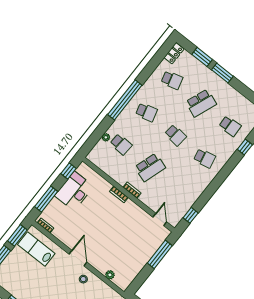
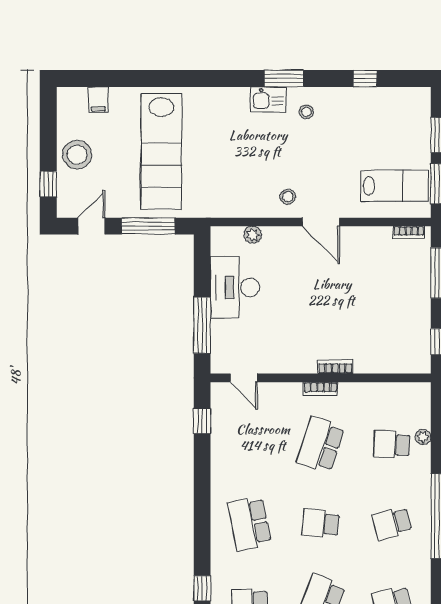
school desk: (205, 158) -> (249, 523), width x1.85
desk: (74, 191) -> (235, 287), moved, turned 180

